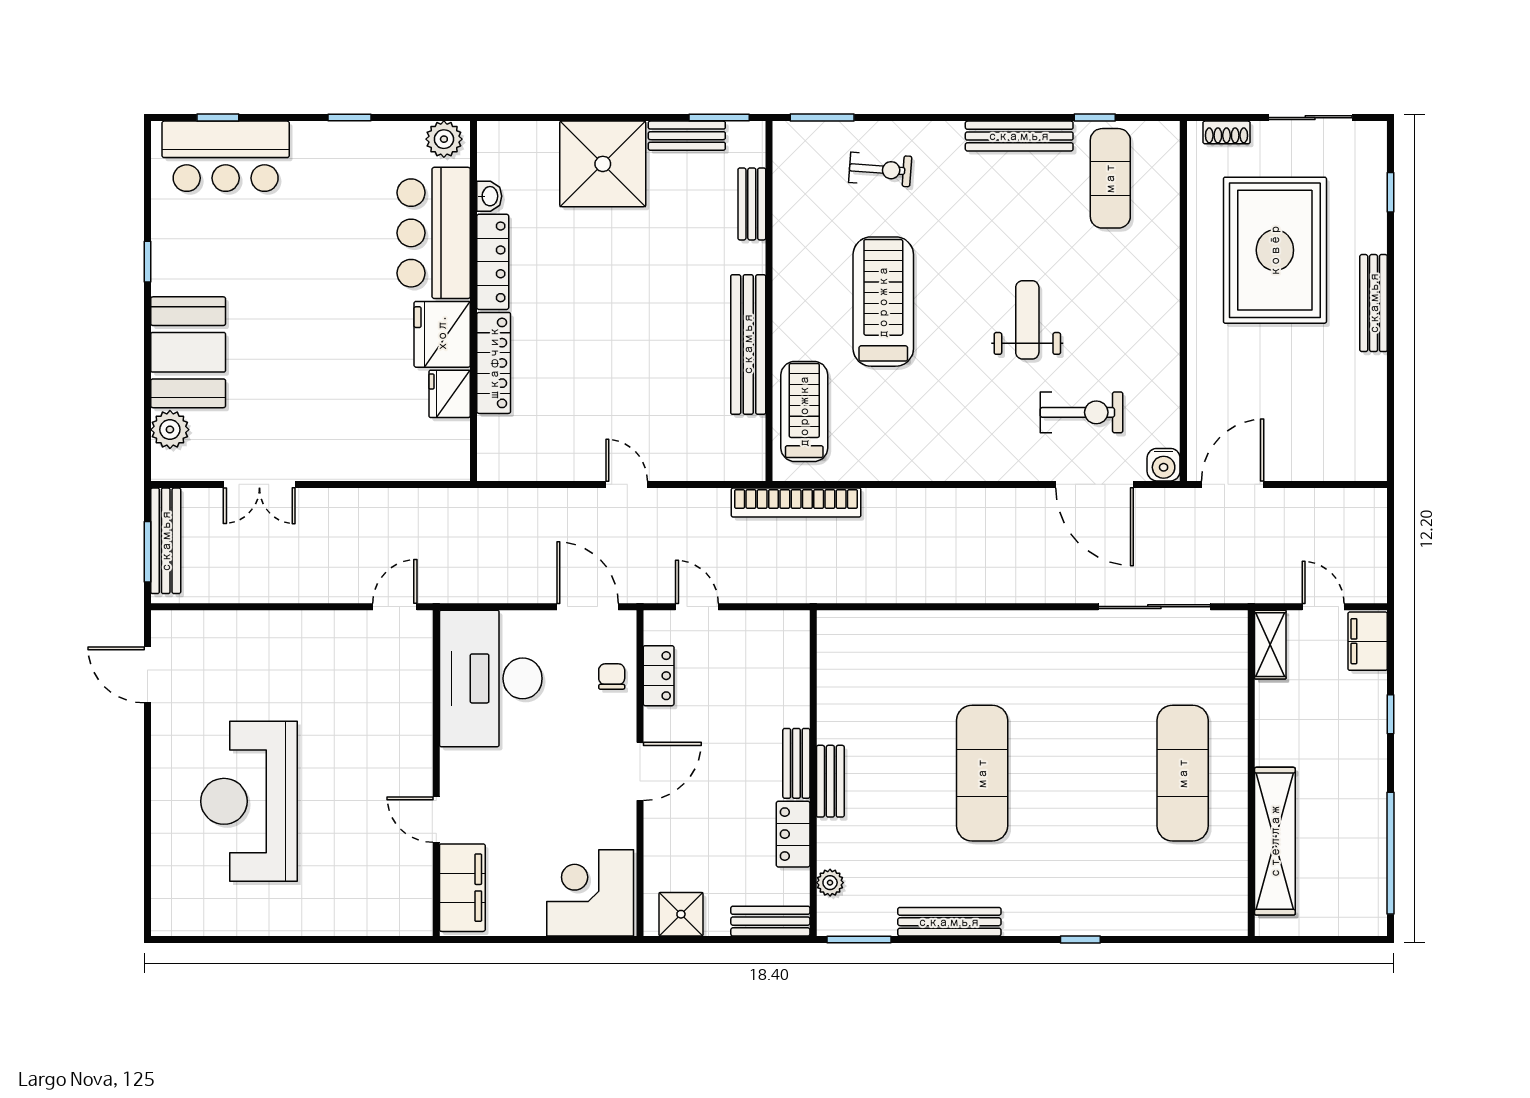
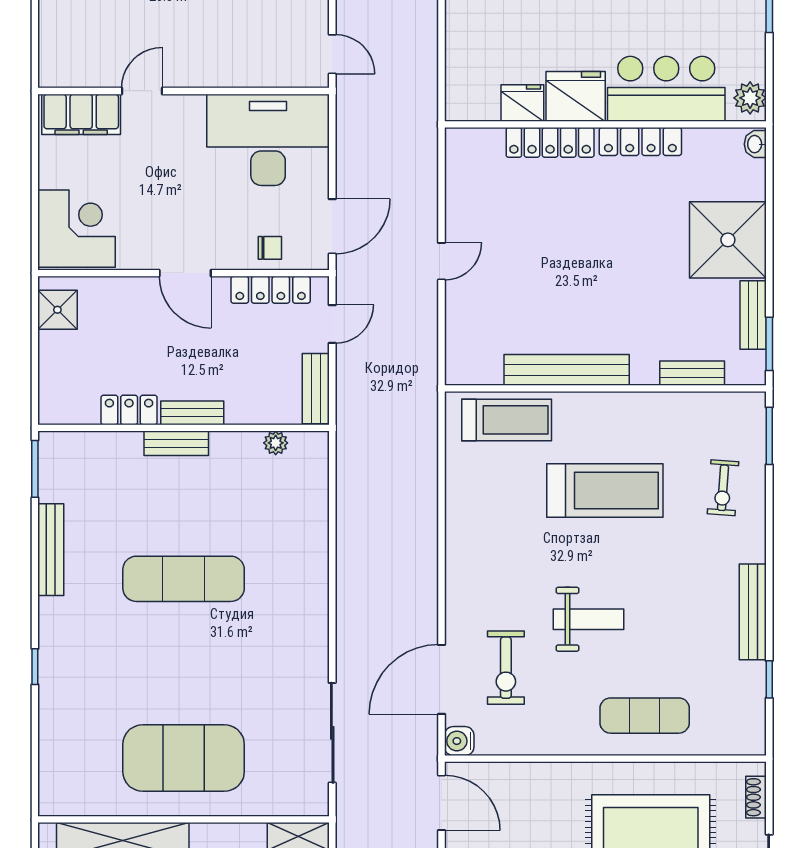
exercise mat: (1110, 178) -> (645, 716), moved
washbasin: (489, 196) -> (755, 144), moved, turned 90
bookcase: (796, 502) -> (425, 413), removed
locker: (659, 676) -> (271, 290), width x1.53
exercise mat: (1183, 773) -> (184, 758), width x1.47
plant: (830, 883) -> (276, 443), moved
bench: (770, 921) -> (316, 389), moved

